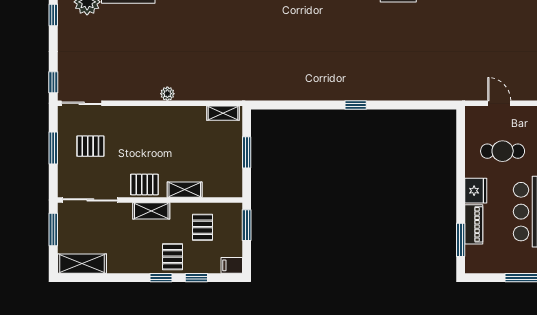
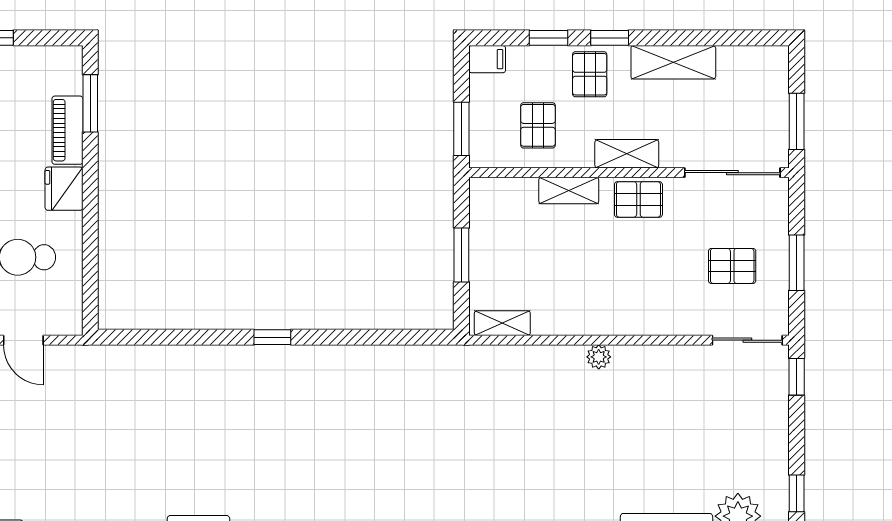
shelving: (82, 264) -> (673, 62), moved

